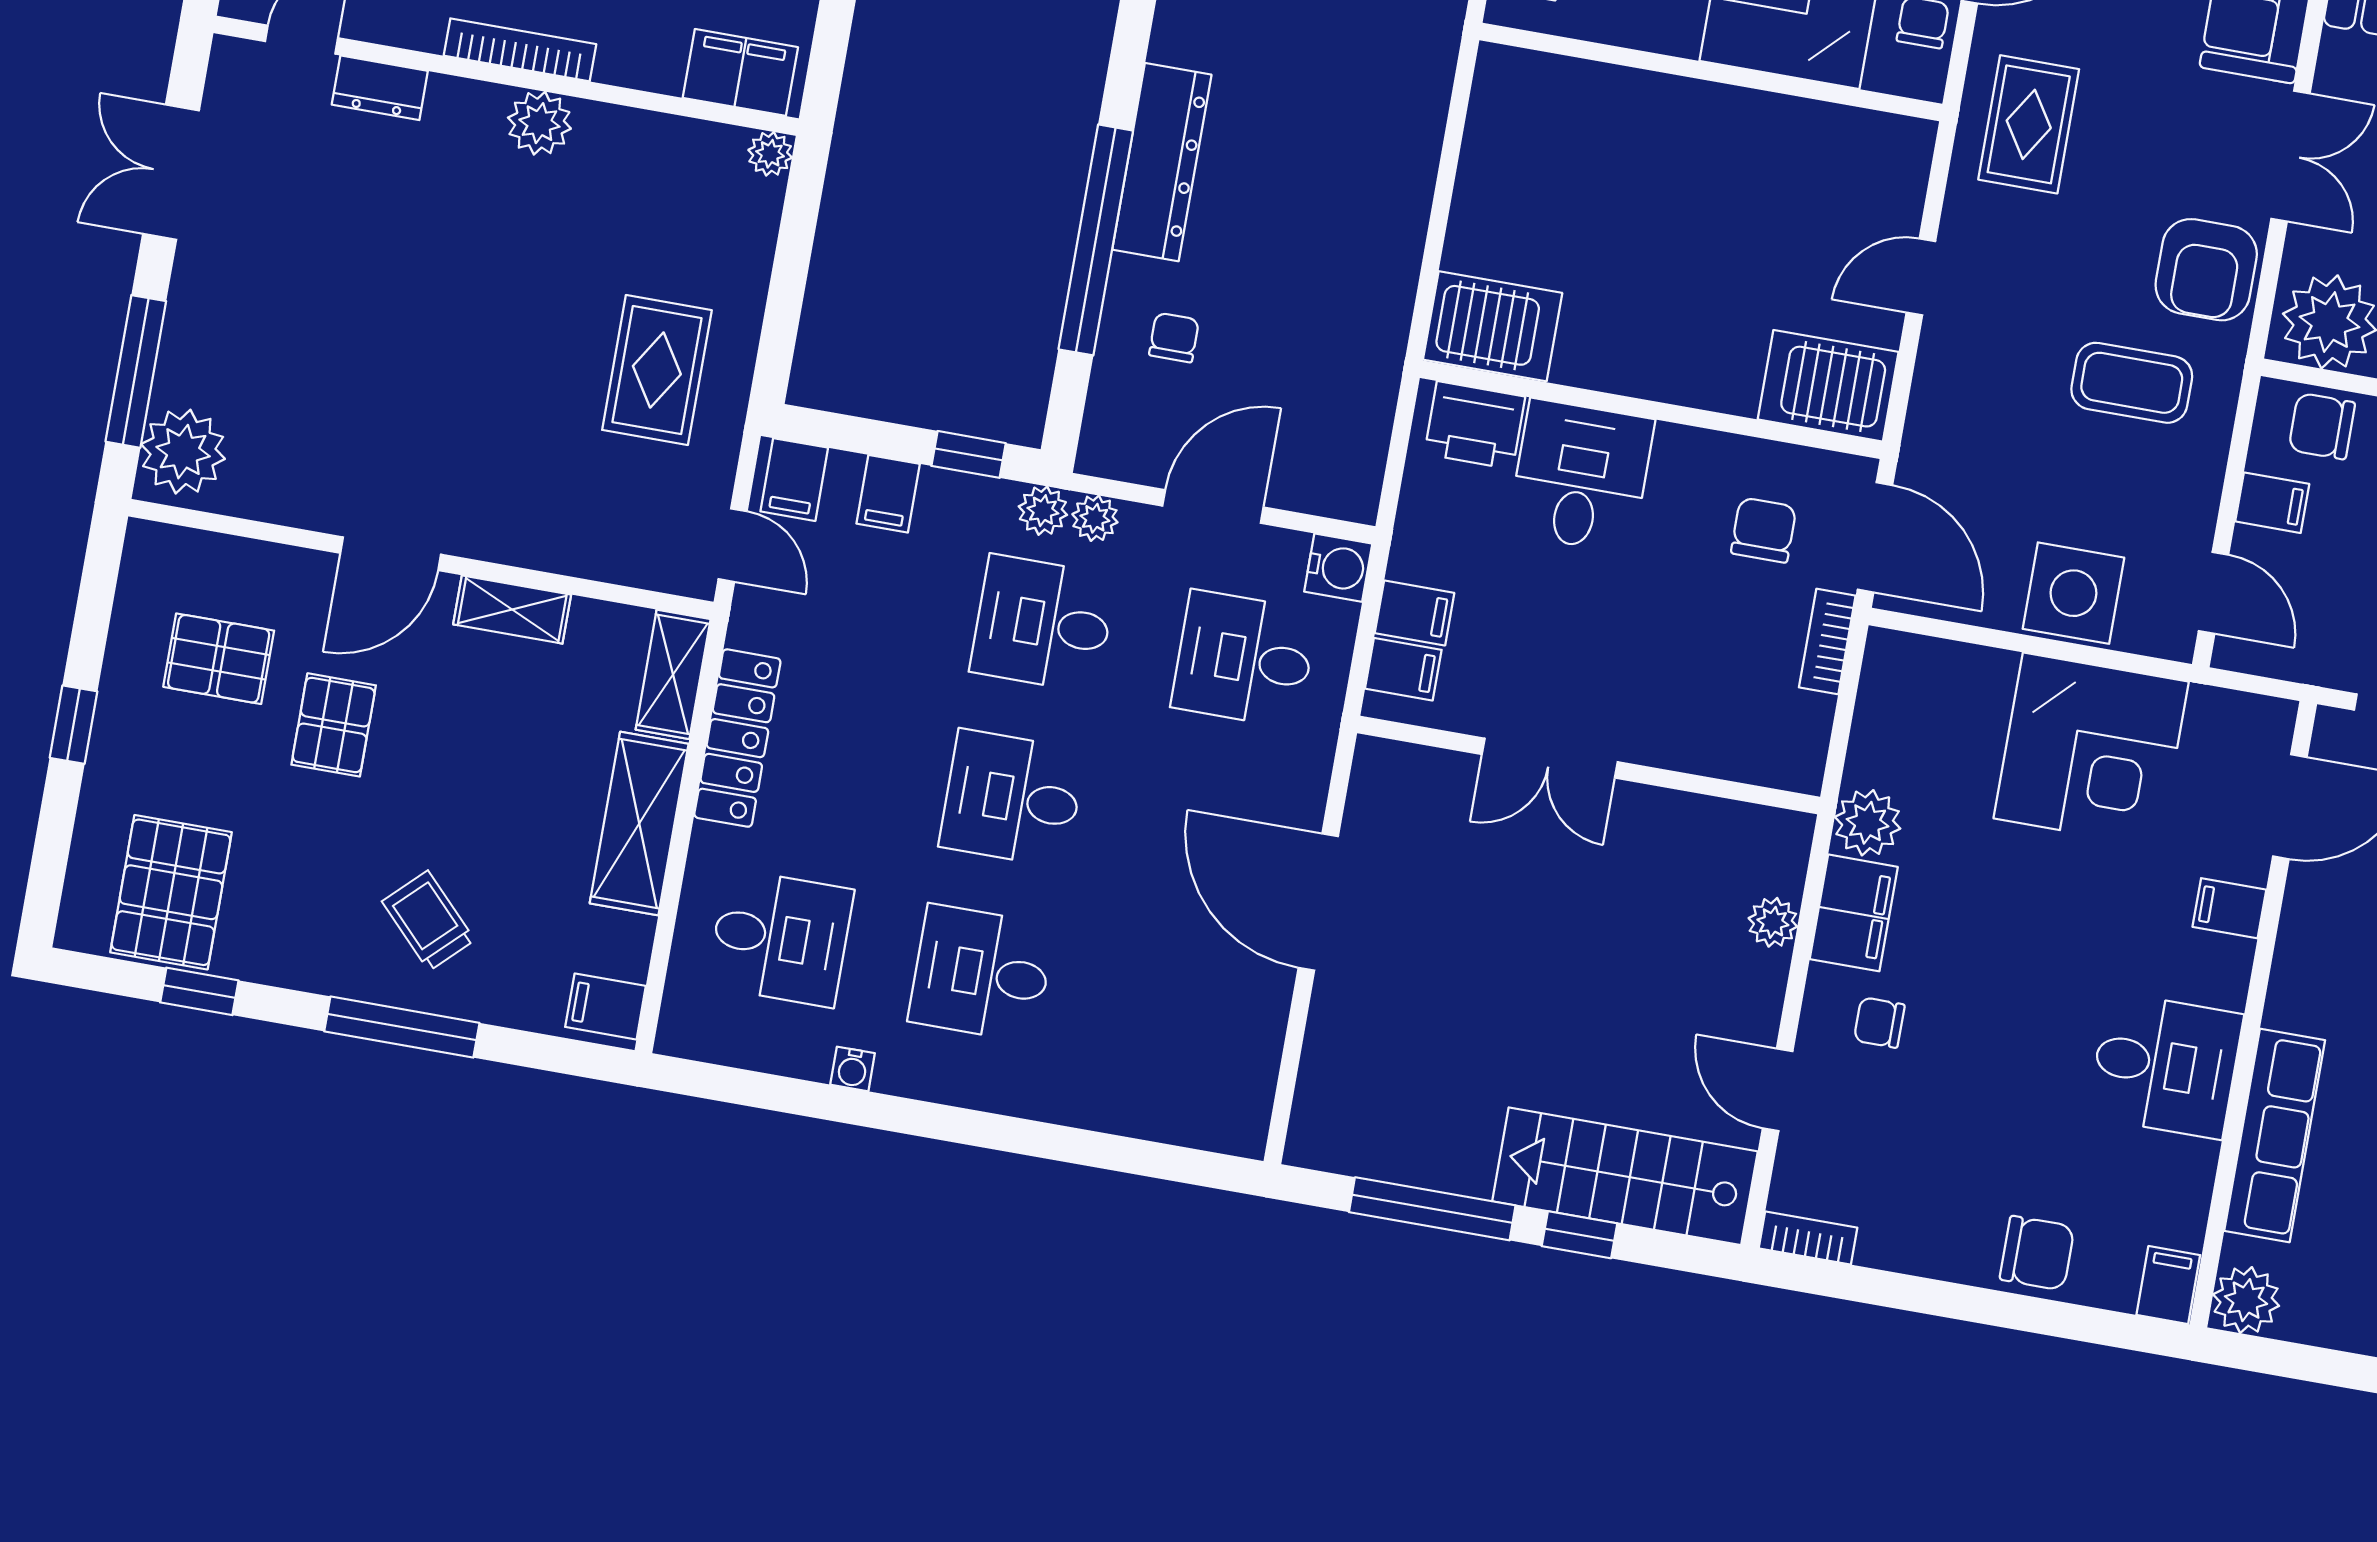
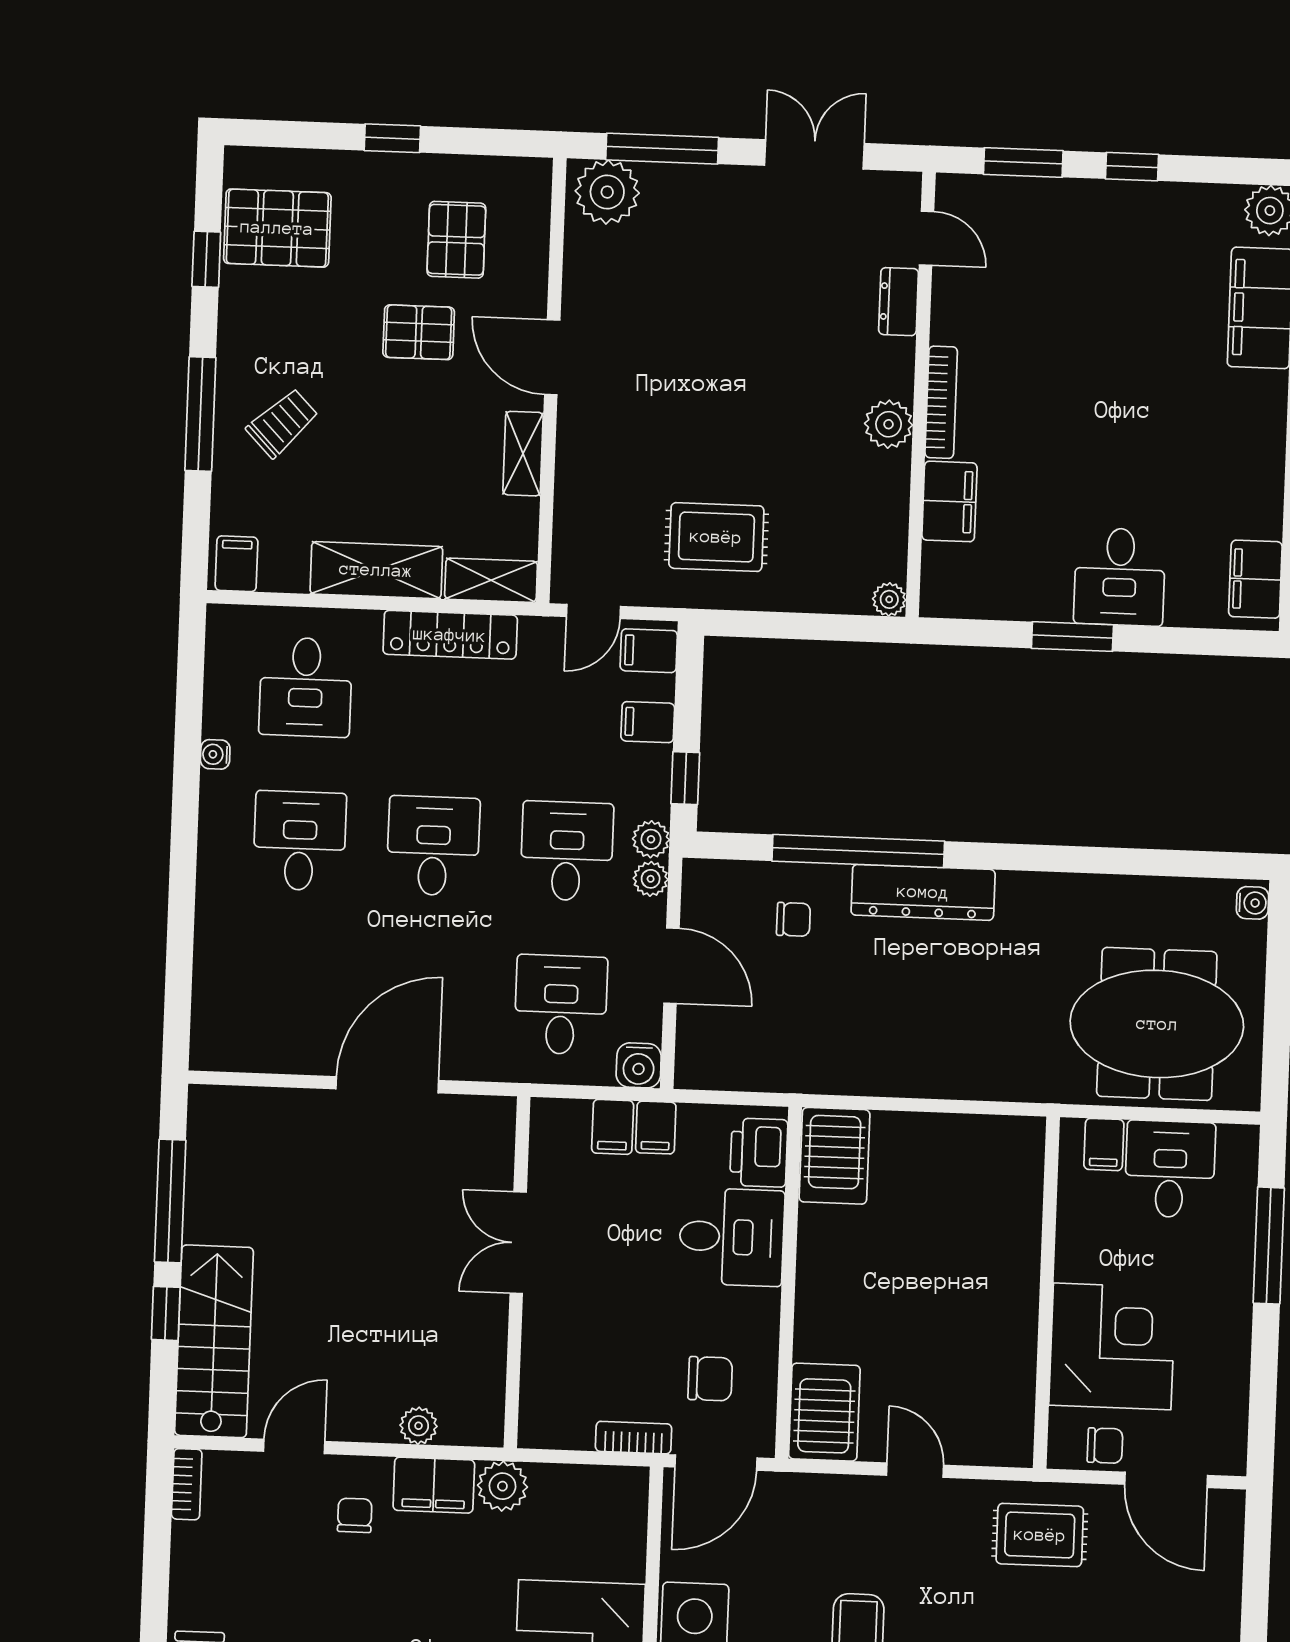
filing cabinet: (740, 72) -> (949, 501), moved
filing cabinet: (1403, 669) -> (656, 1128), moved

